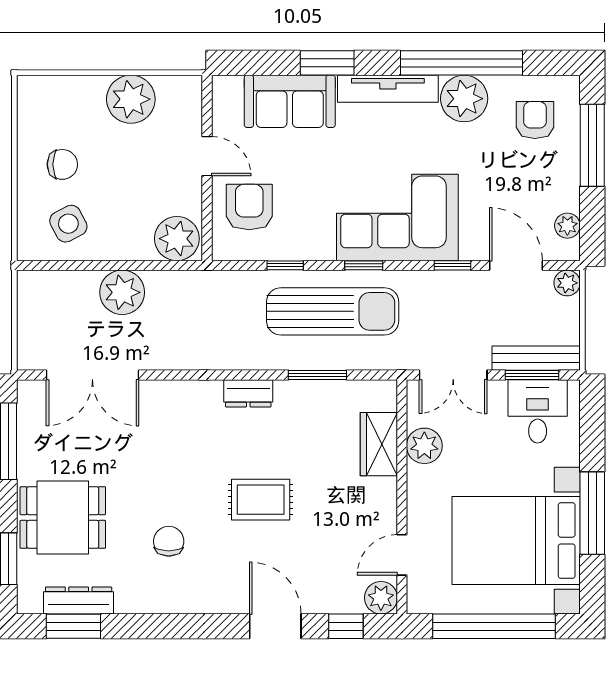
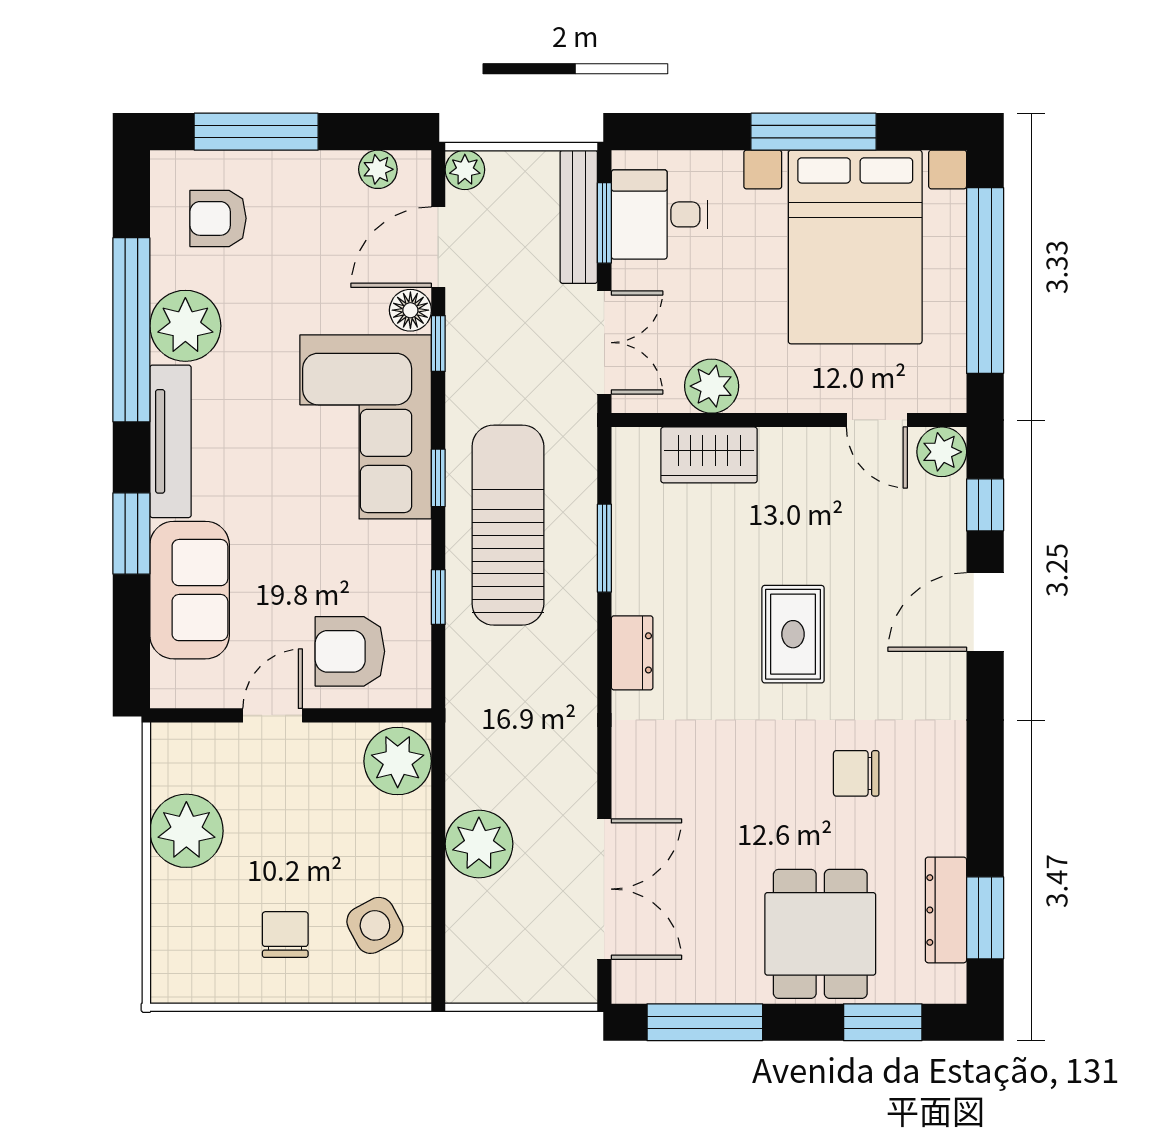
floor lamp: (474, 247) -> (410, 310), added

